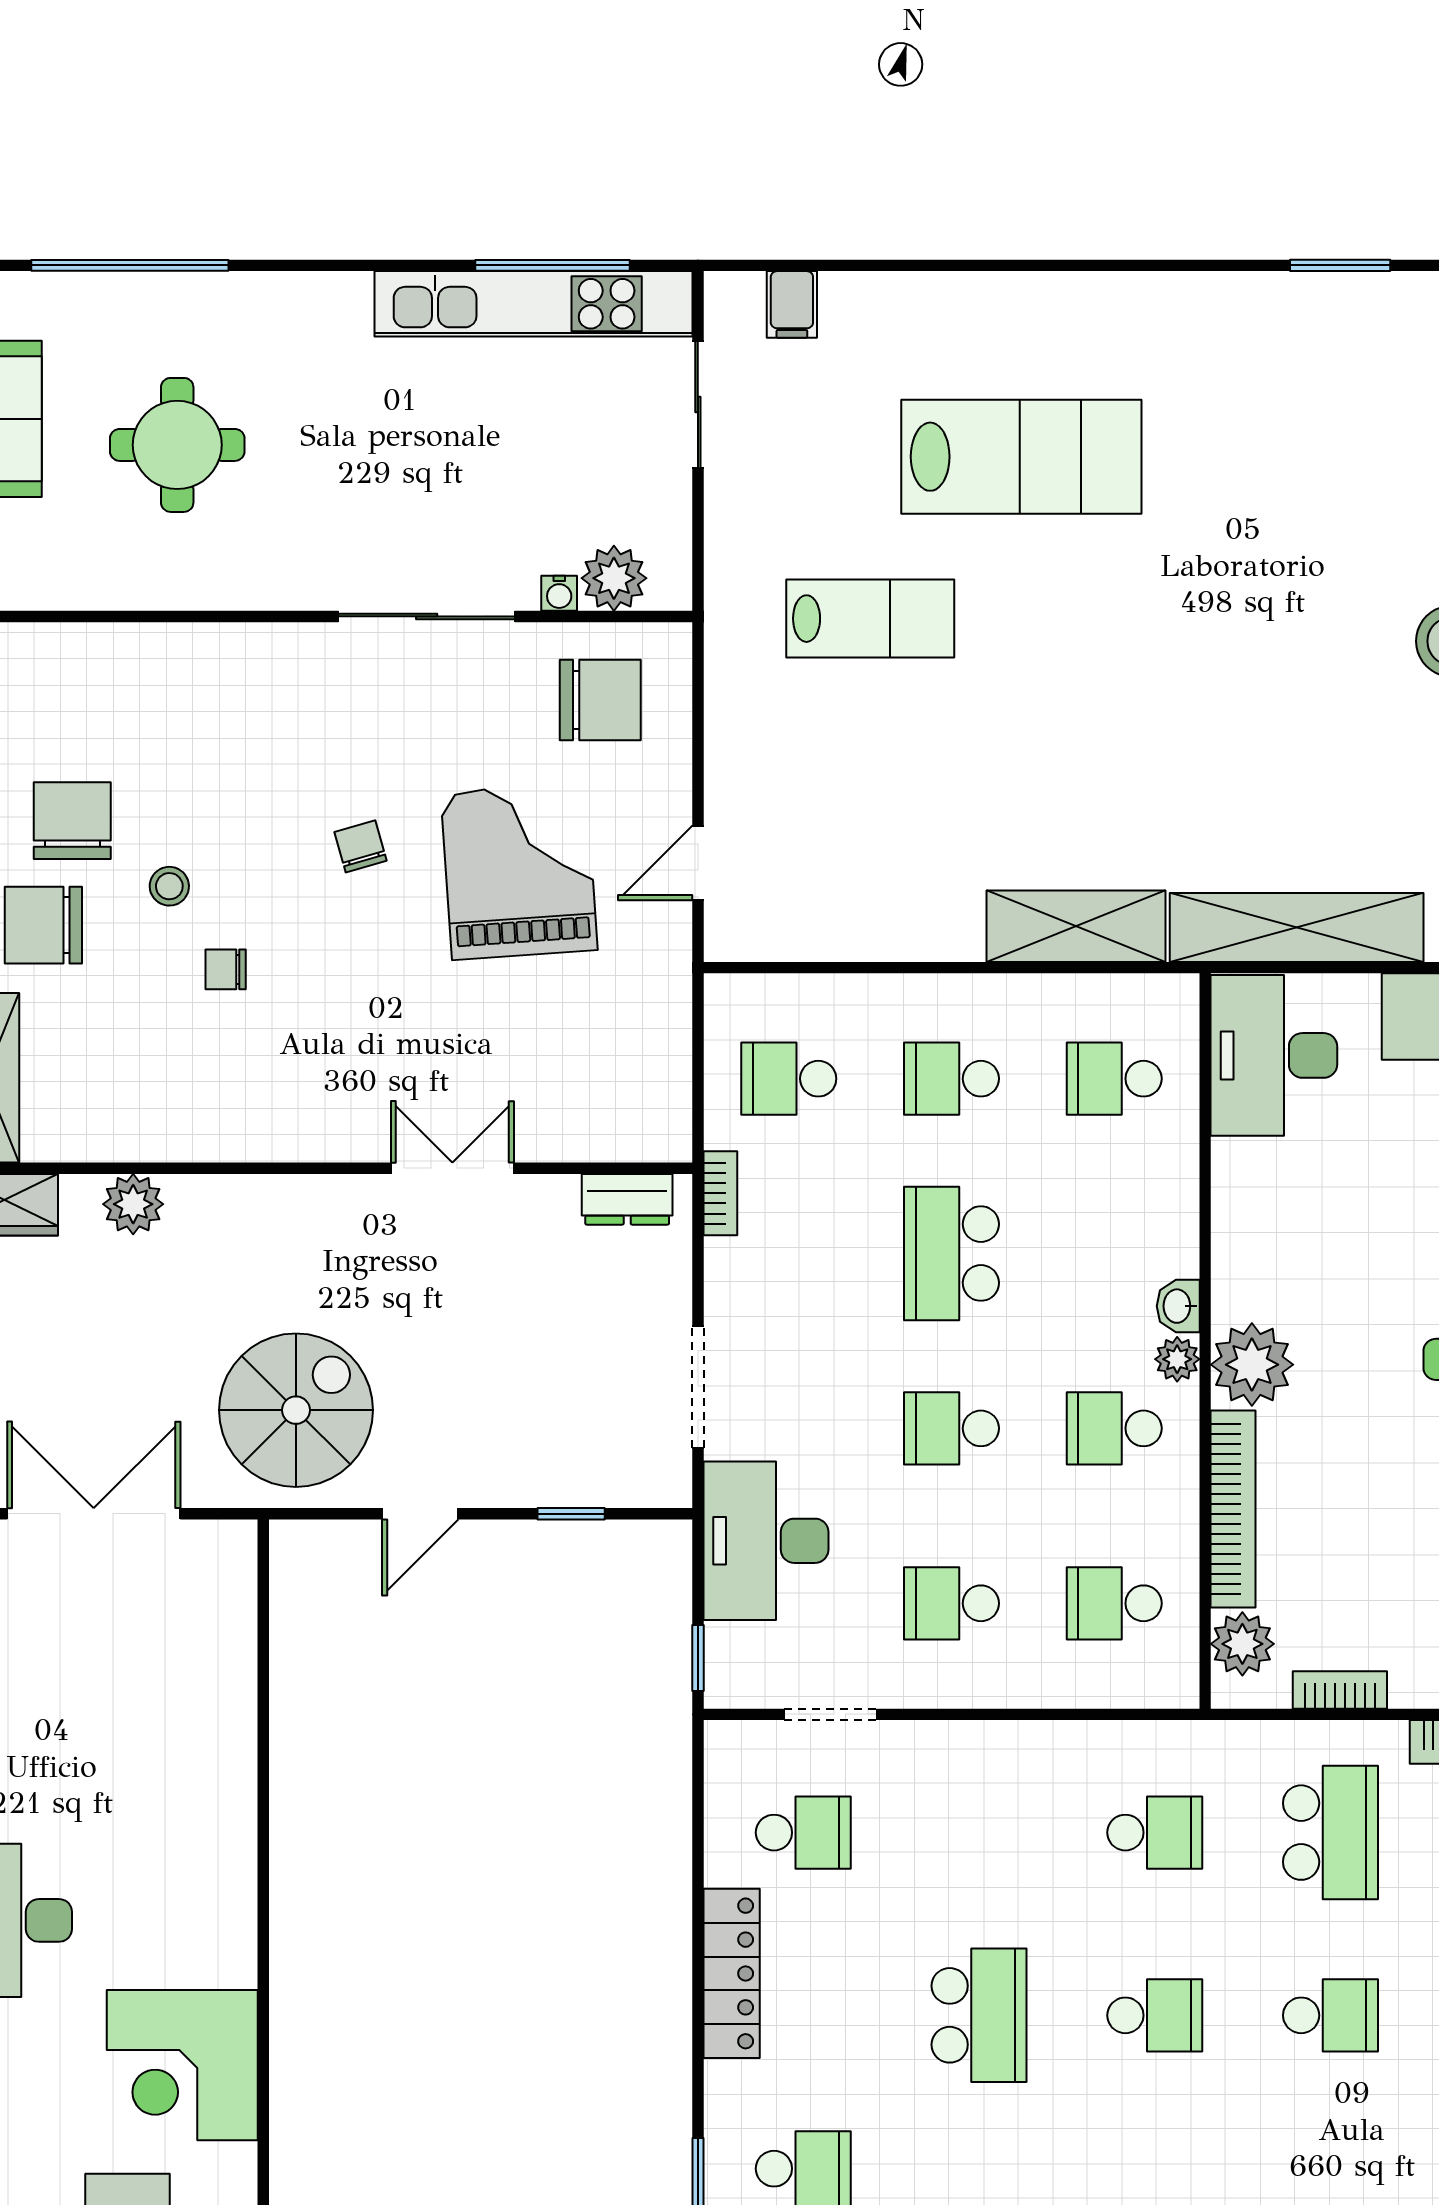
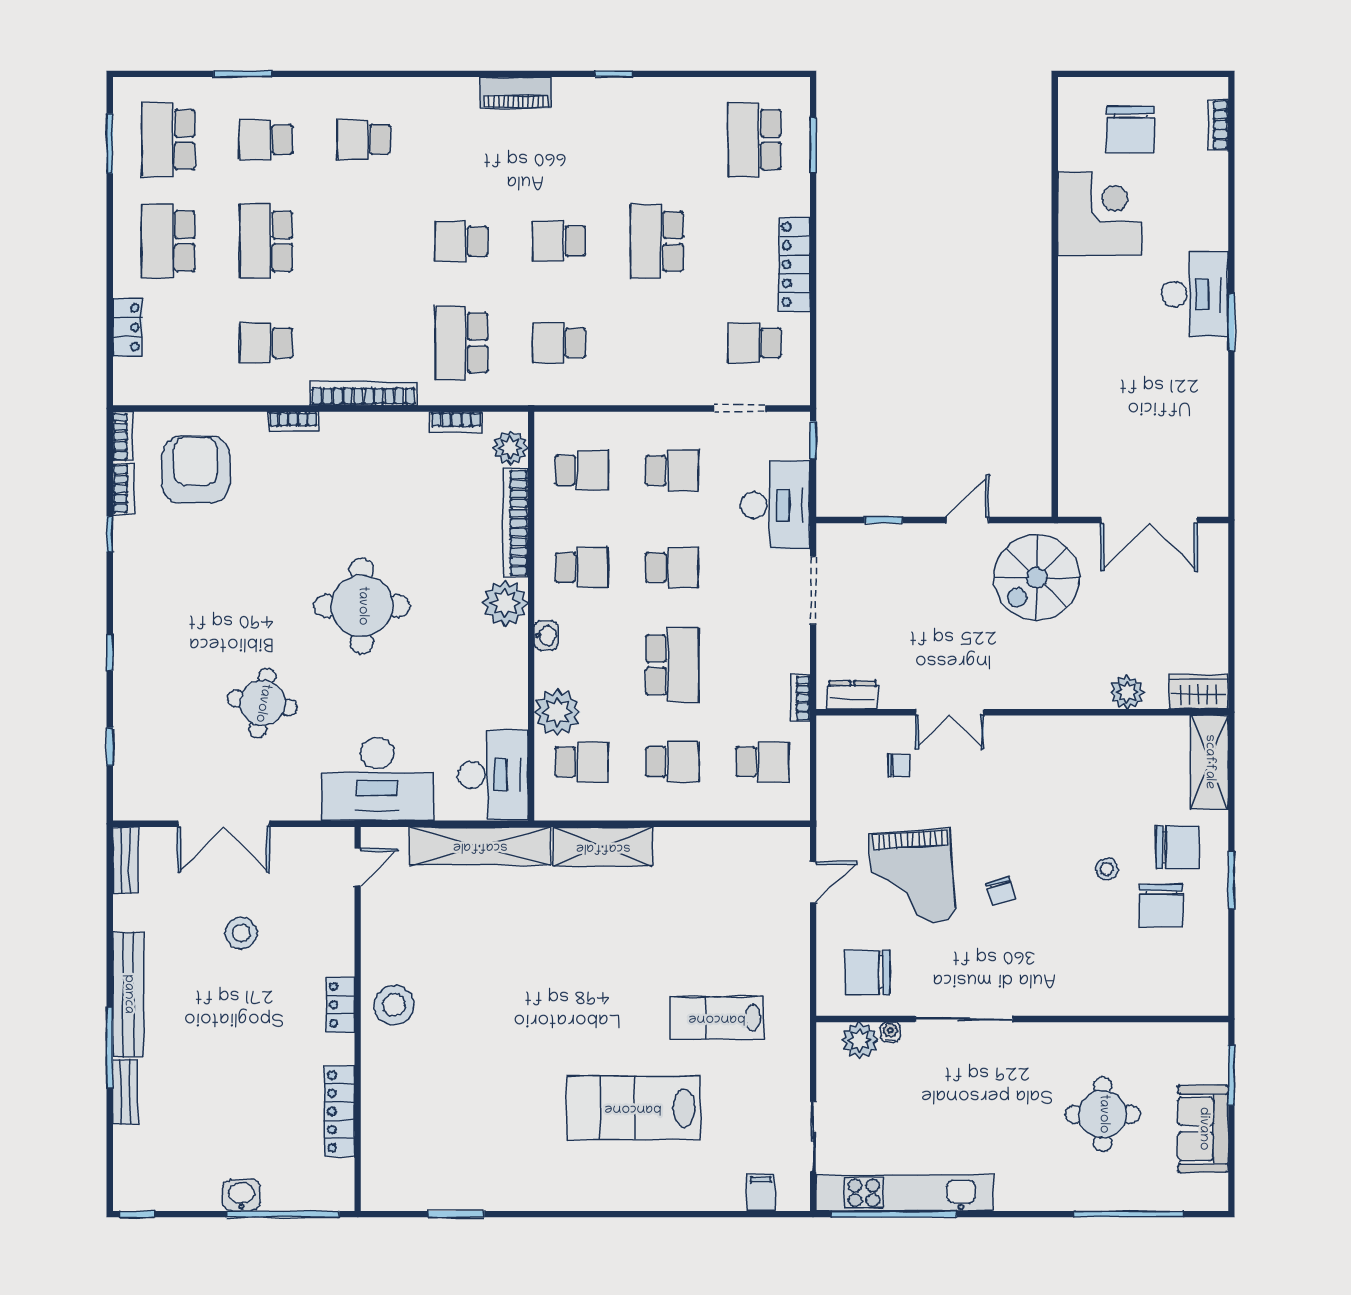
window: (553, 265) -> (894, 1214), width x1.46
chair: (226, 969) -> (899, 766), moved
plant: (1177, 1359) -> (557, 712), moved, width x1.88, depth x1.88

